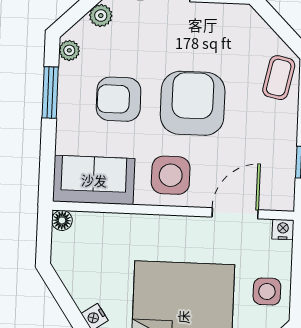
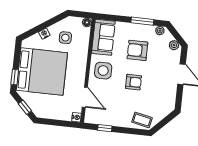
armchair: (119, 99) -> (137, 50), turned -90
armchair: (193, 103) -> (133, 82), width x0.53, depth x0.53
side table: (267, 291) -> (65, 38), moved

